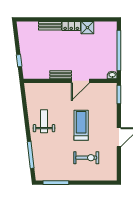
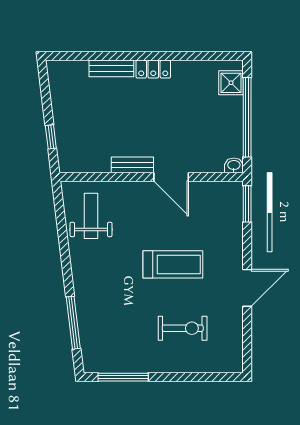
shower: (87, 28) -> (231, 83), moved
door: (80, 81) -> (171, 177), hinge flipped
weight bench: (44, 121) -> (91, 216), moved
treadmill: (81, 125) -> (173, 264), turned 90

